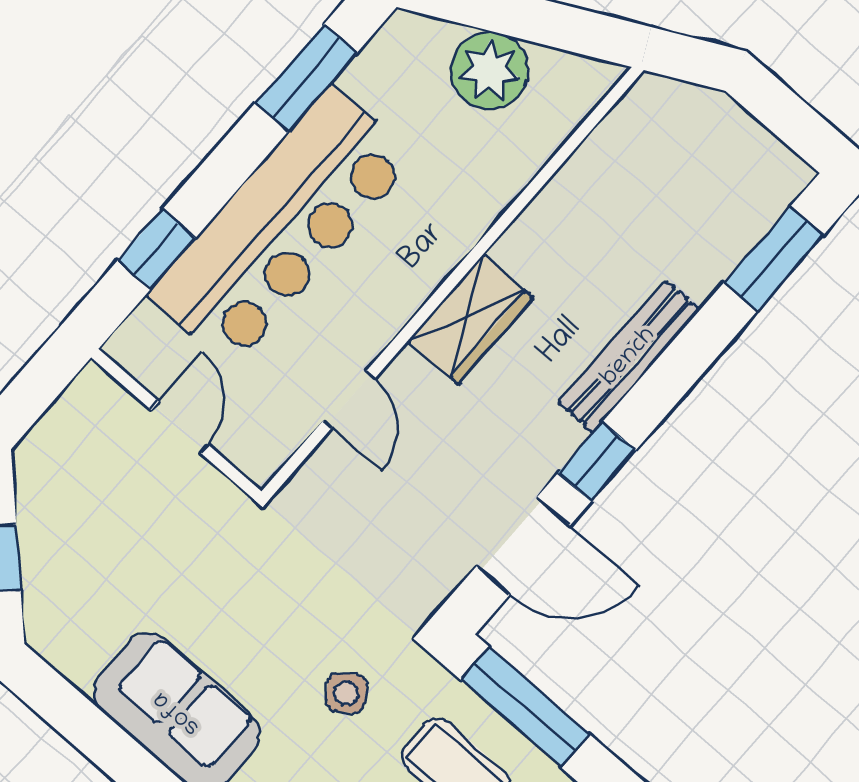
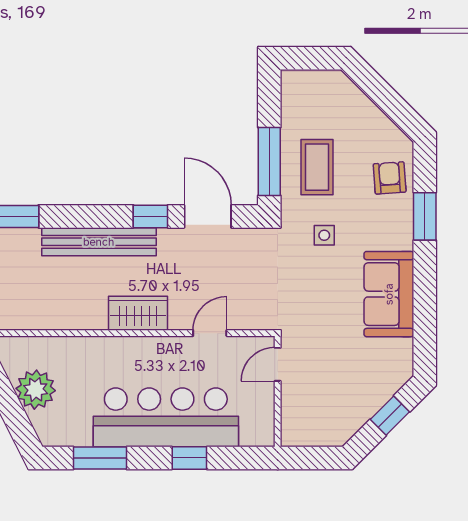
window: (156, 249) -> (189, 458), moved
bench: (629, 357) -> (99, 242), width x1.37, depth x1.21
door: (180, 427) -> (278, 364), moved
side table: (346, 693) -> (324, 235), turned 35

